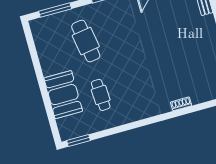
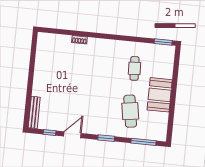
booth: (63, 95) -> (160, 95), moved

